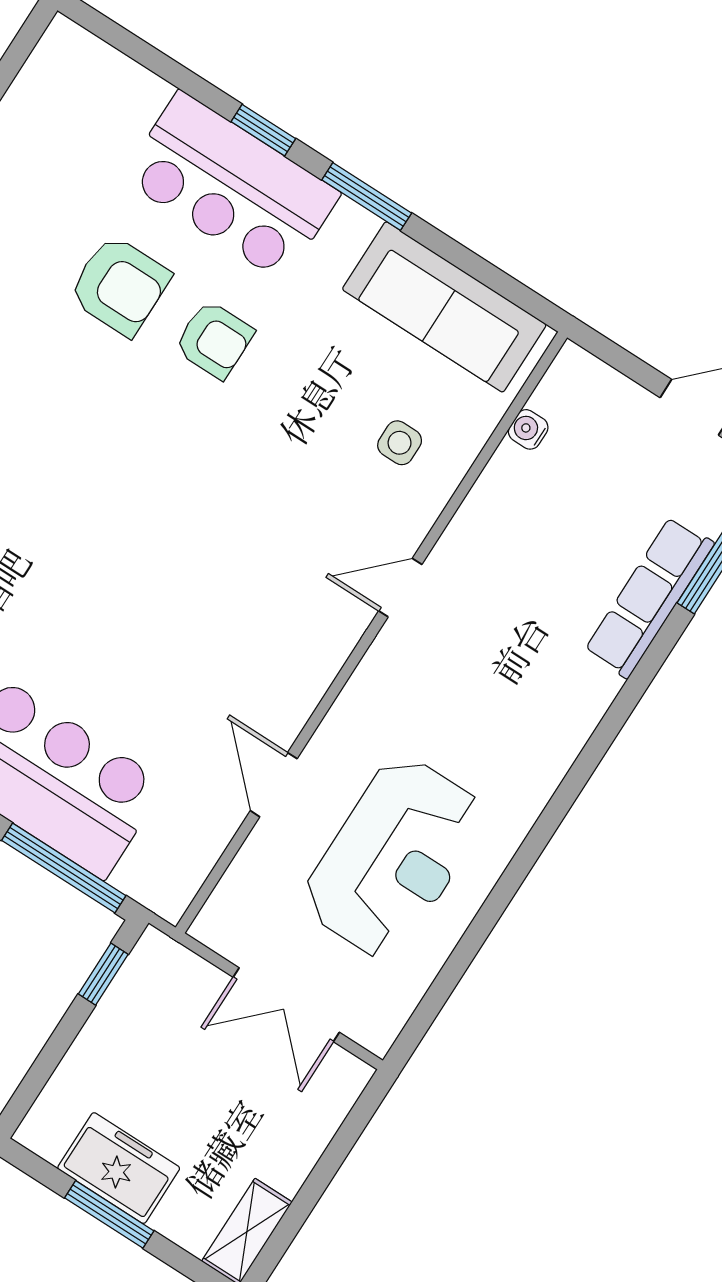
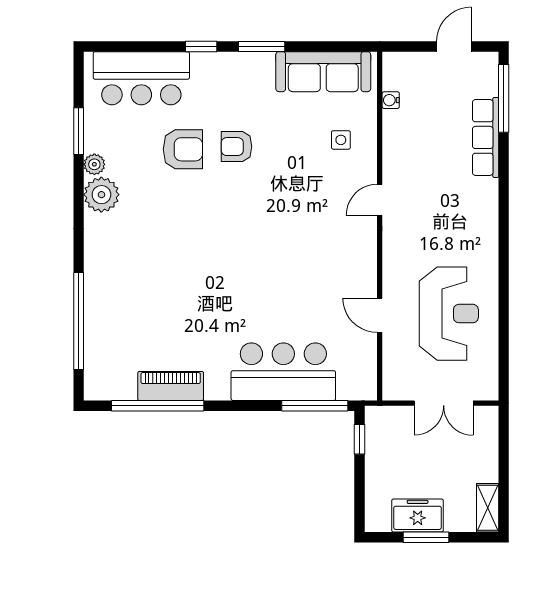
bar counter: (231, 186) -> (141, 78), moved
armchair: (214, 340) -> (237, 147), turned 180

